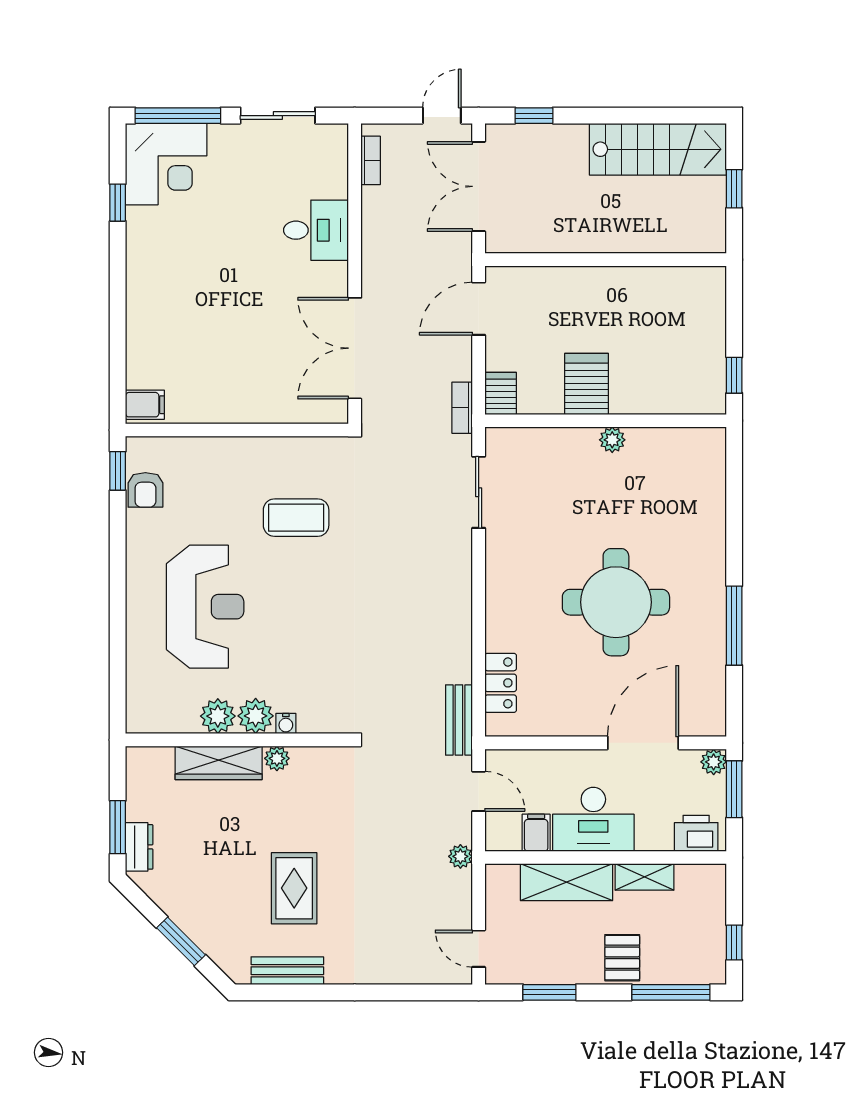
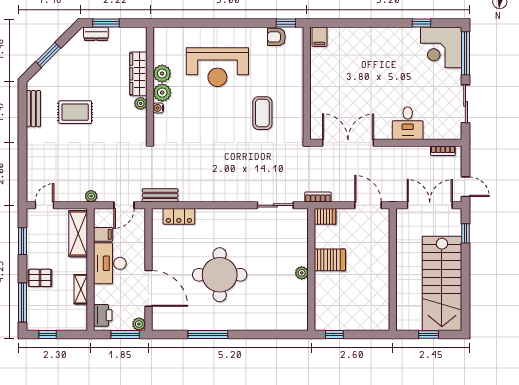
stairs: (658, 149) -> (442, 283), width x1.36, depth x1.51
shelving: (567, 882) -> (78, 234), moved

